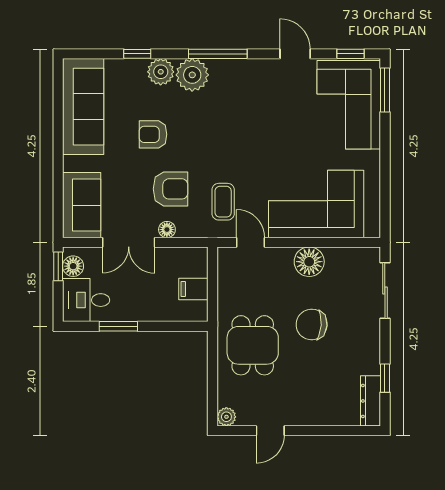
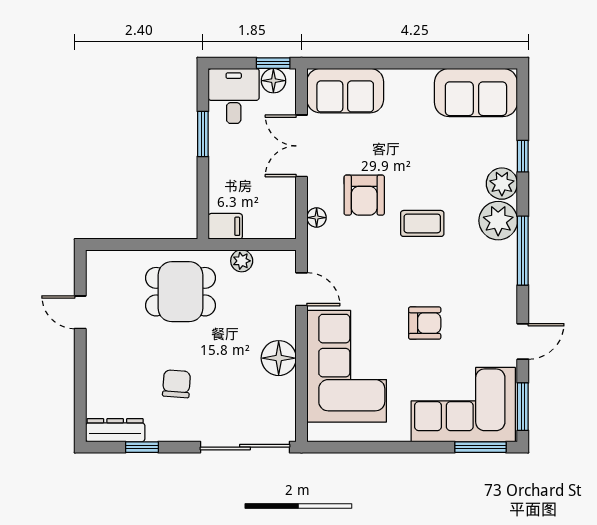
window: (351, 54) -> (523, 407), width x1.50
sofa: (83, 107) -> (476, 92), width x0.73
armchair: (153, 134) -> (425, 323), moved, turned 90
coffee table: (223, 202) -> (422, 223), moved
floor lamp: (167, 230) -> (317, 218), moved
door: (251, 242) -> (301, 289), hinge flipped
filing cabinet: (193, 289) -> (225, 226), moved, turned 90
sliding door: (385, 290) -> (245, 447), width x1.37
chair: (312, 324) -> (177, 384), moved, width x0.73, depth x0.73
plant: (226, 417) -> (242, 261), moved

